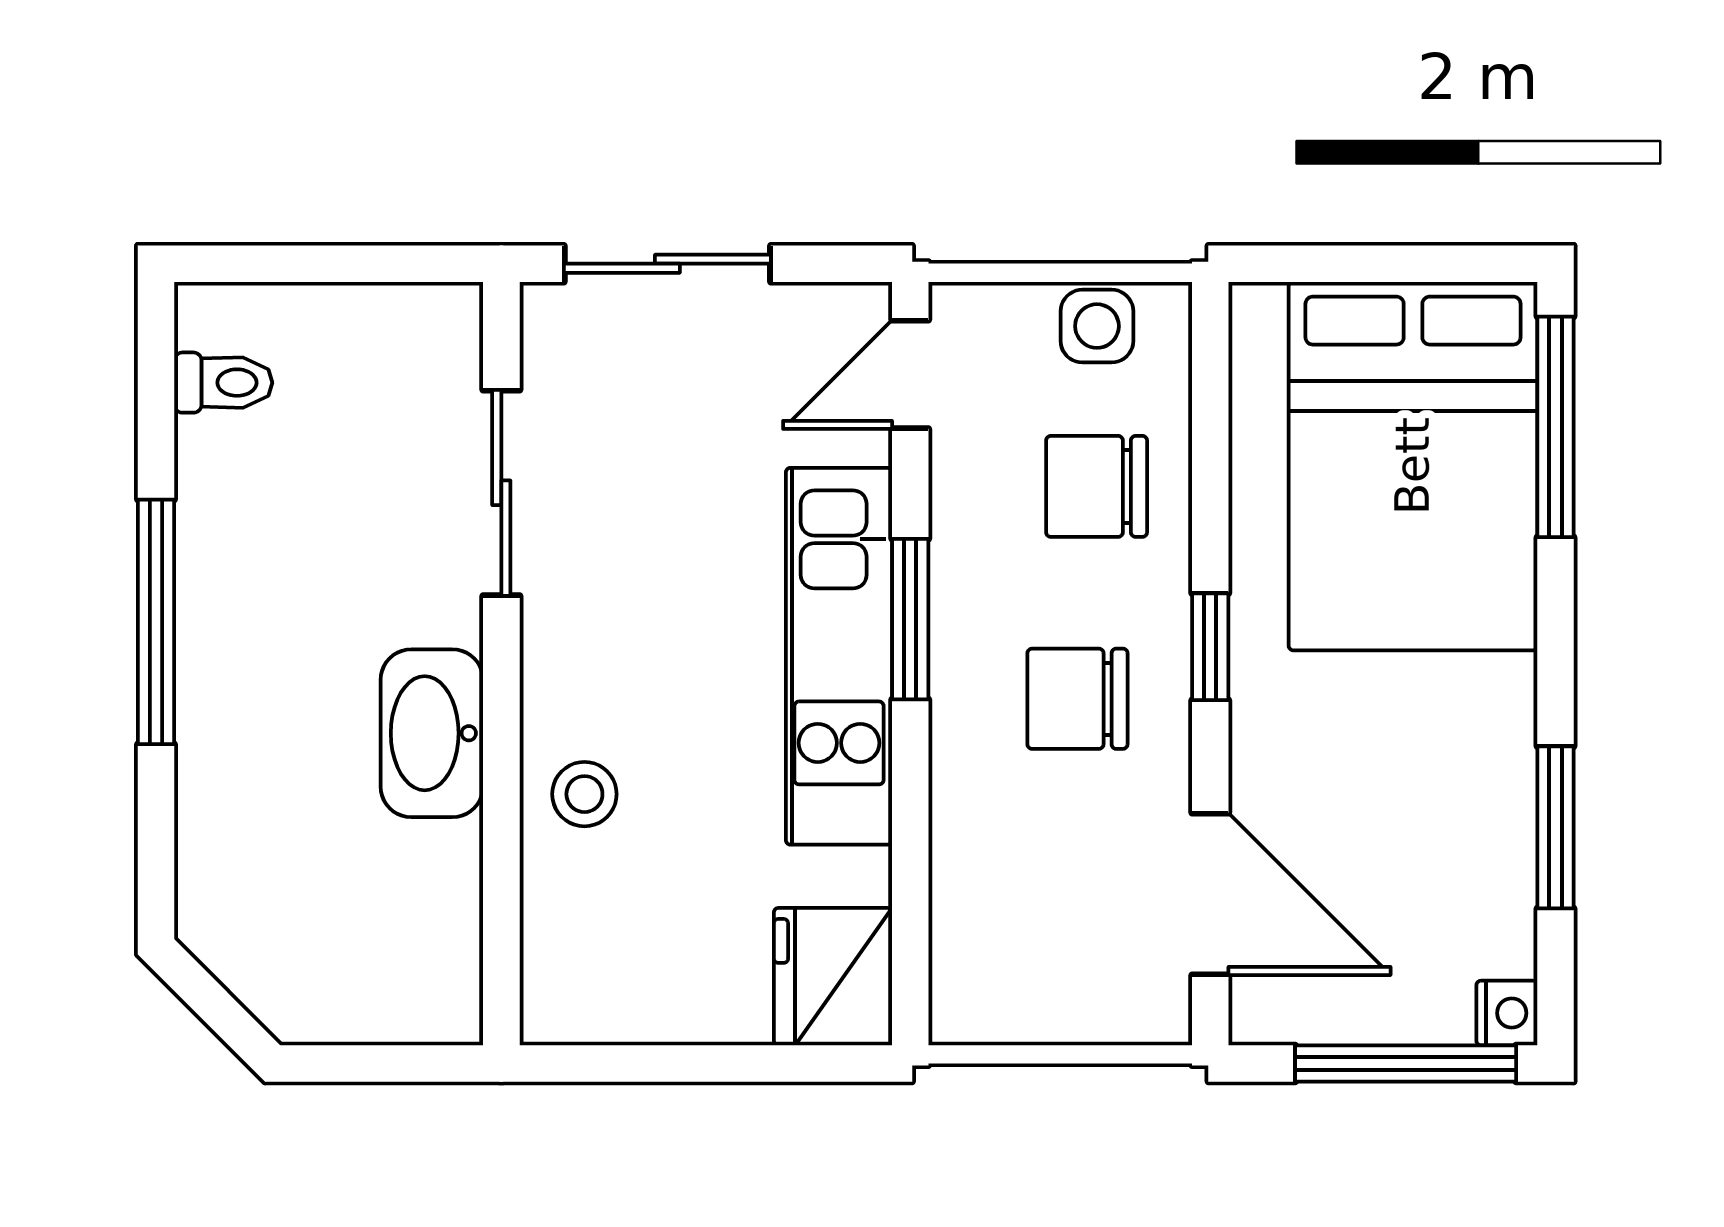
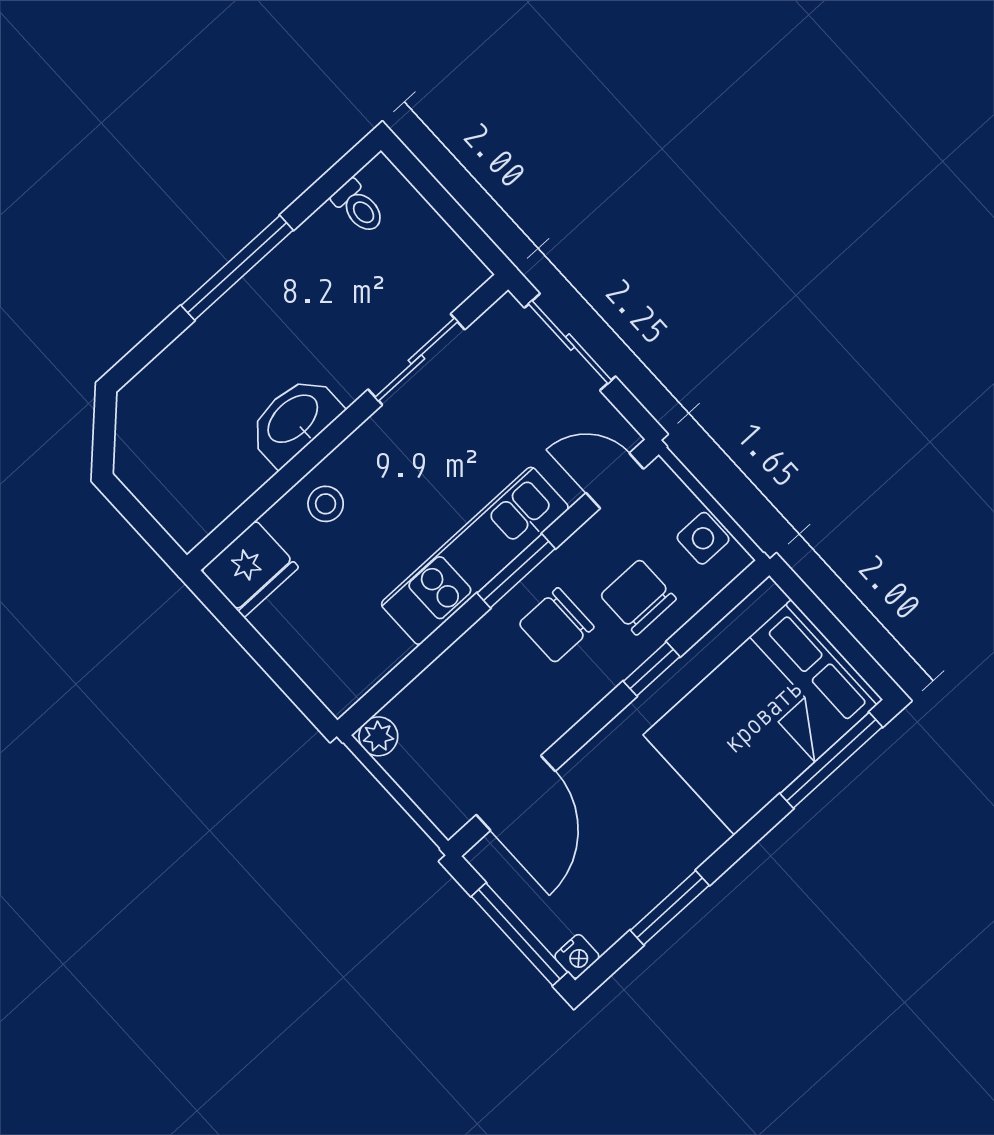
window: (1210, 647) -> (652, 669), moved
chair: (1077, 699) -> (556, 625), moved, turned -90
fridge: (833, 977) -> (250, 569), moved, turned 180
plant: (964, 1010) -> (378, 736), added

